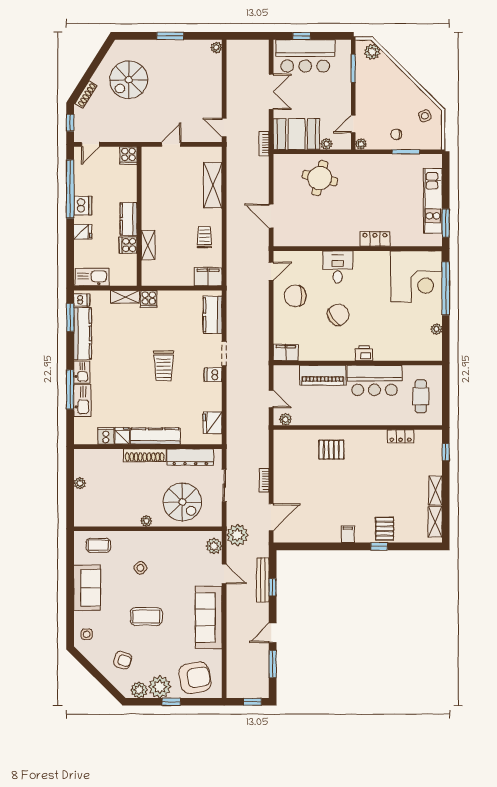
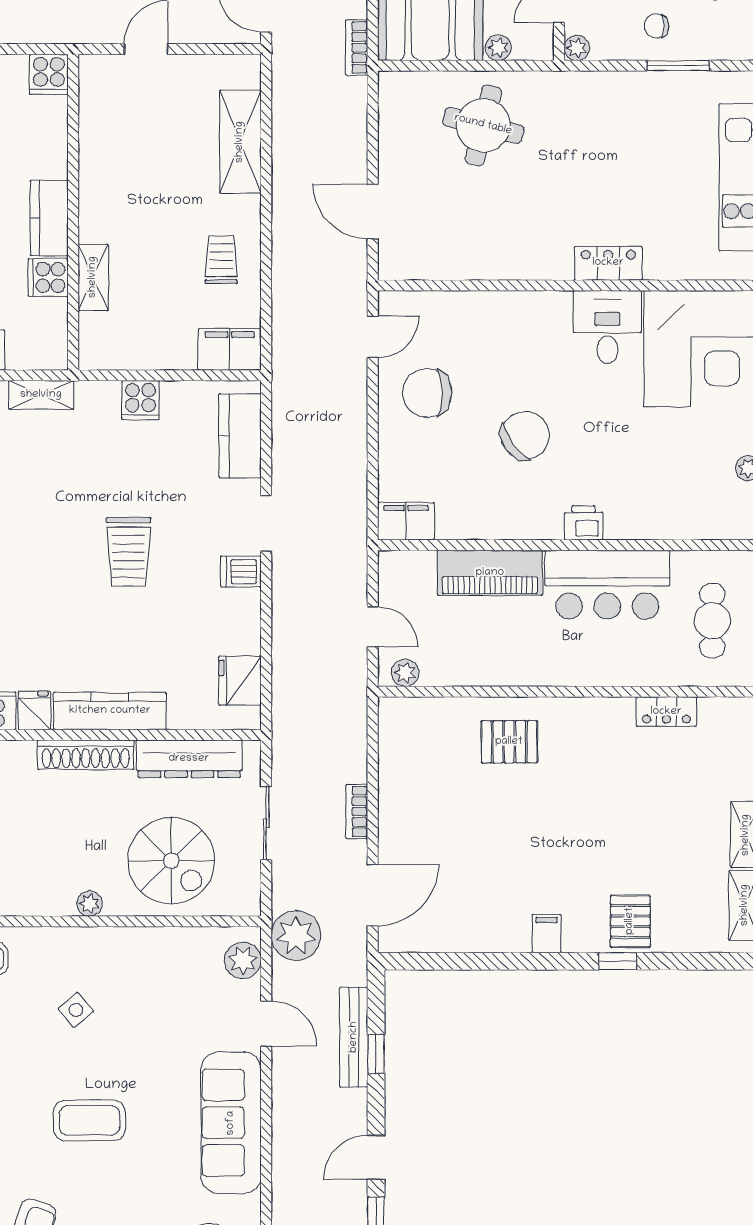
desk: (338, 267) -> (607, 327), moved
cooker: (149, 299) -> (141, 400), moved

